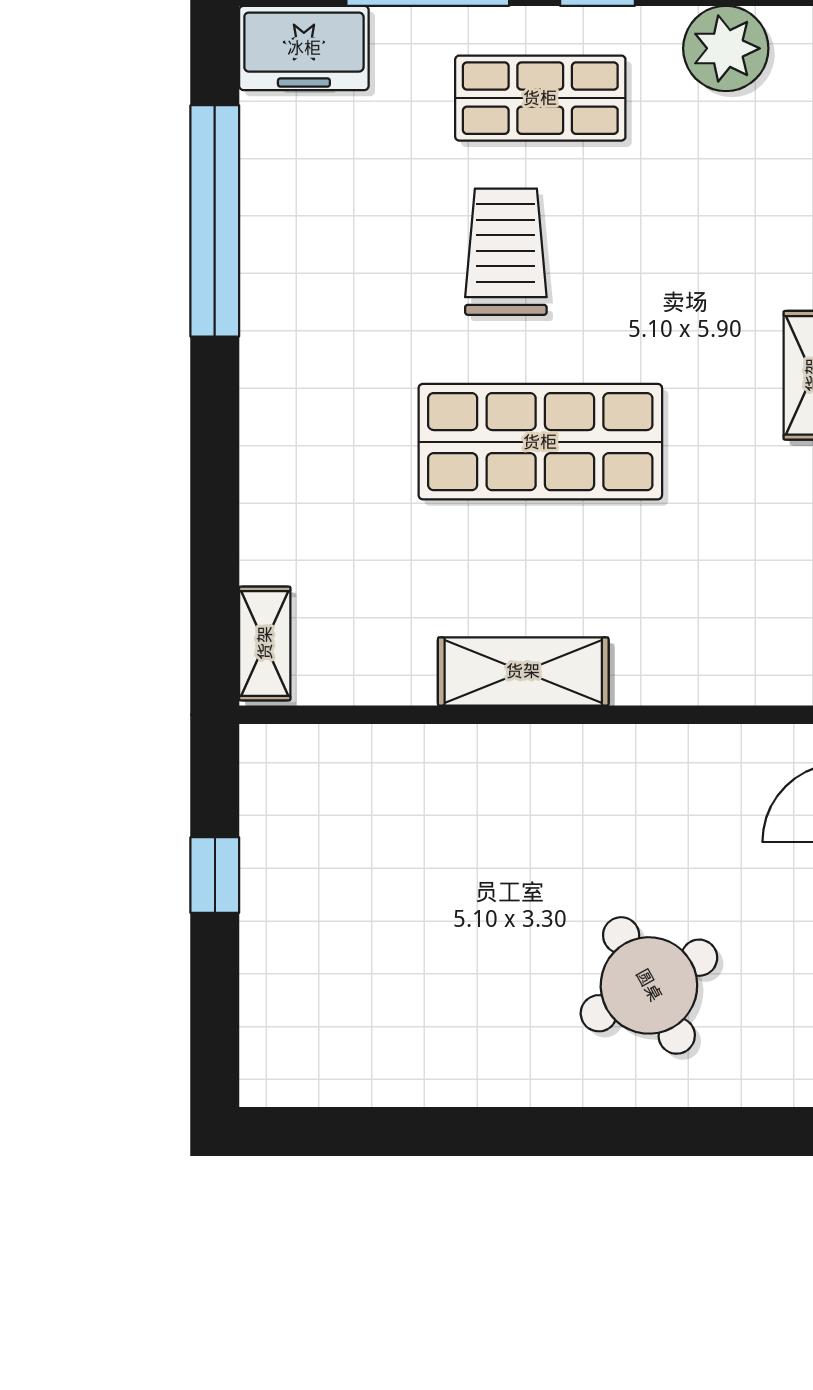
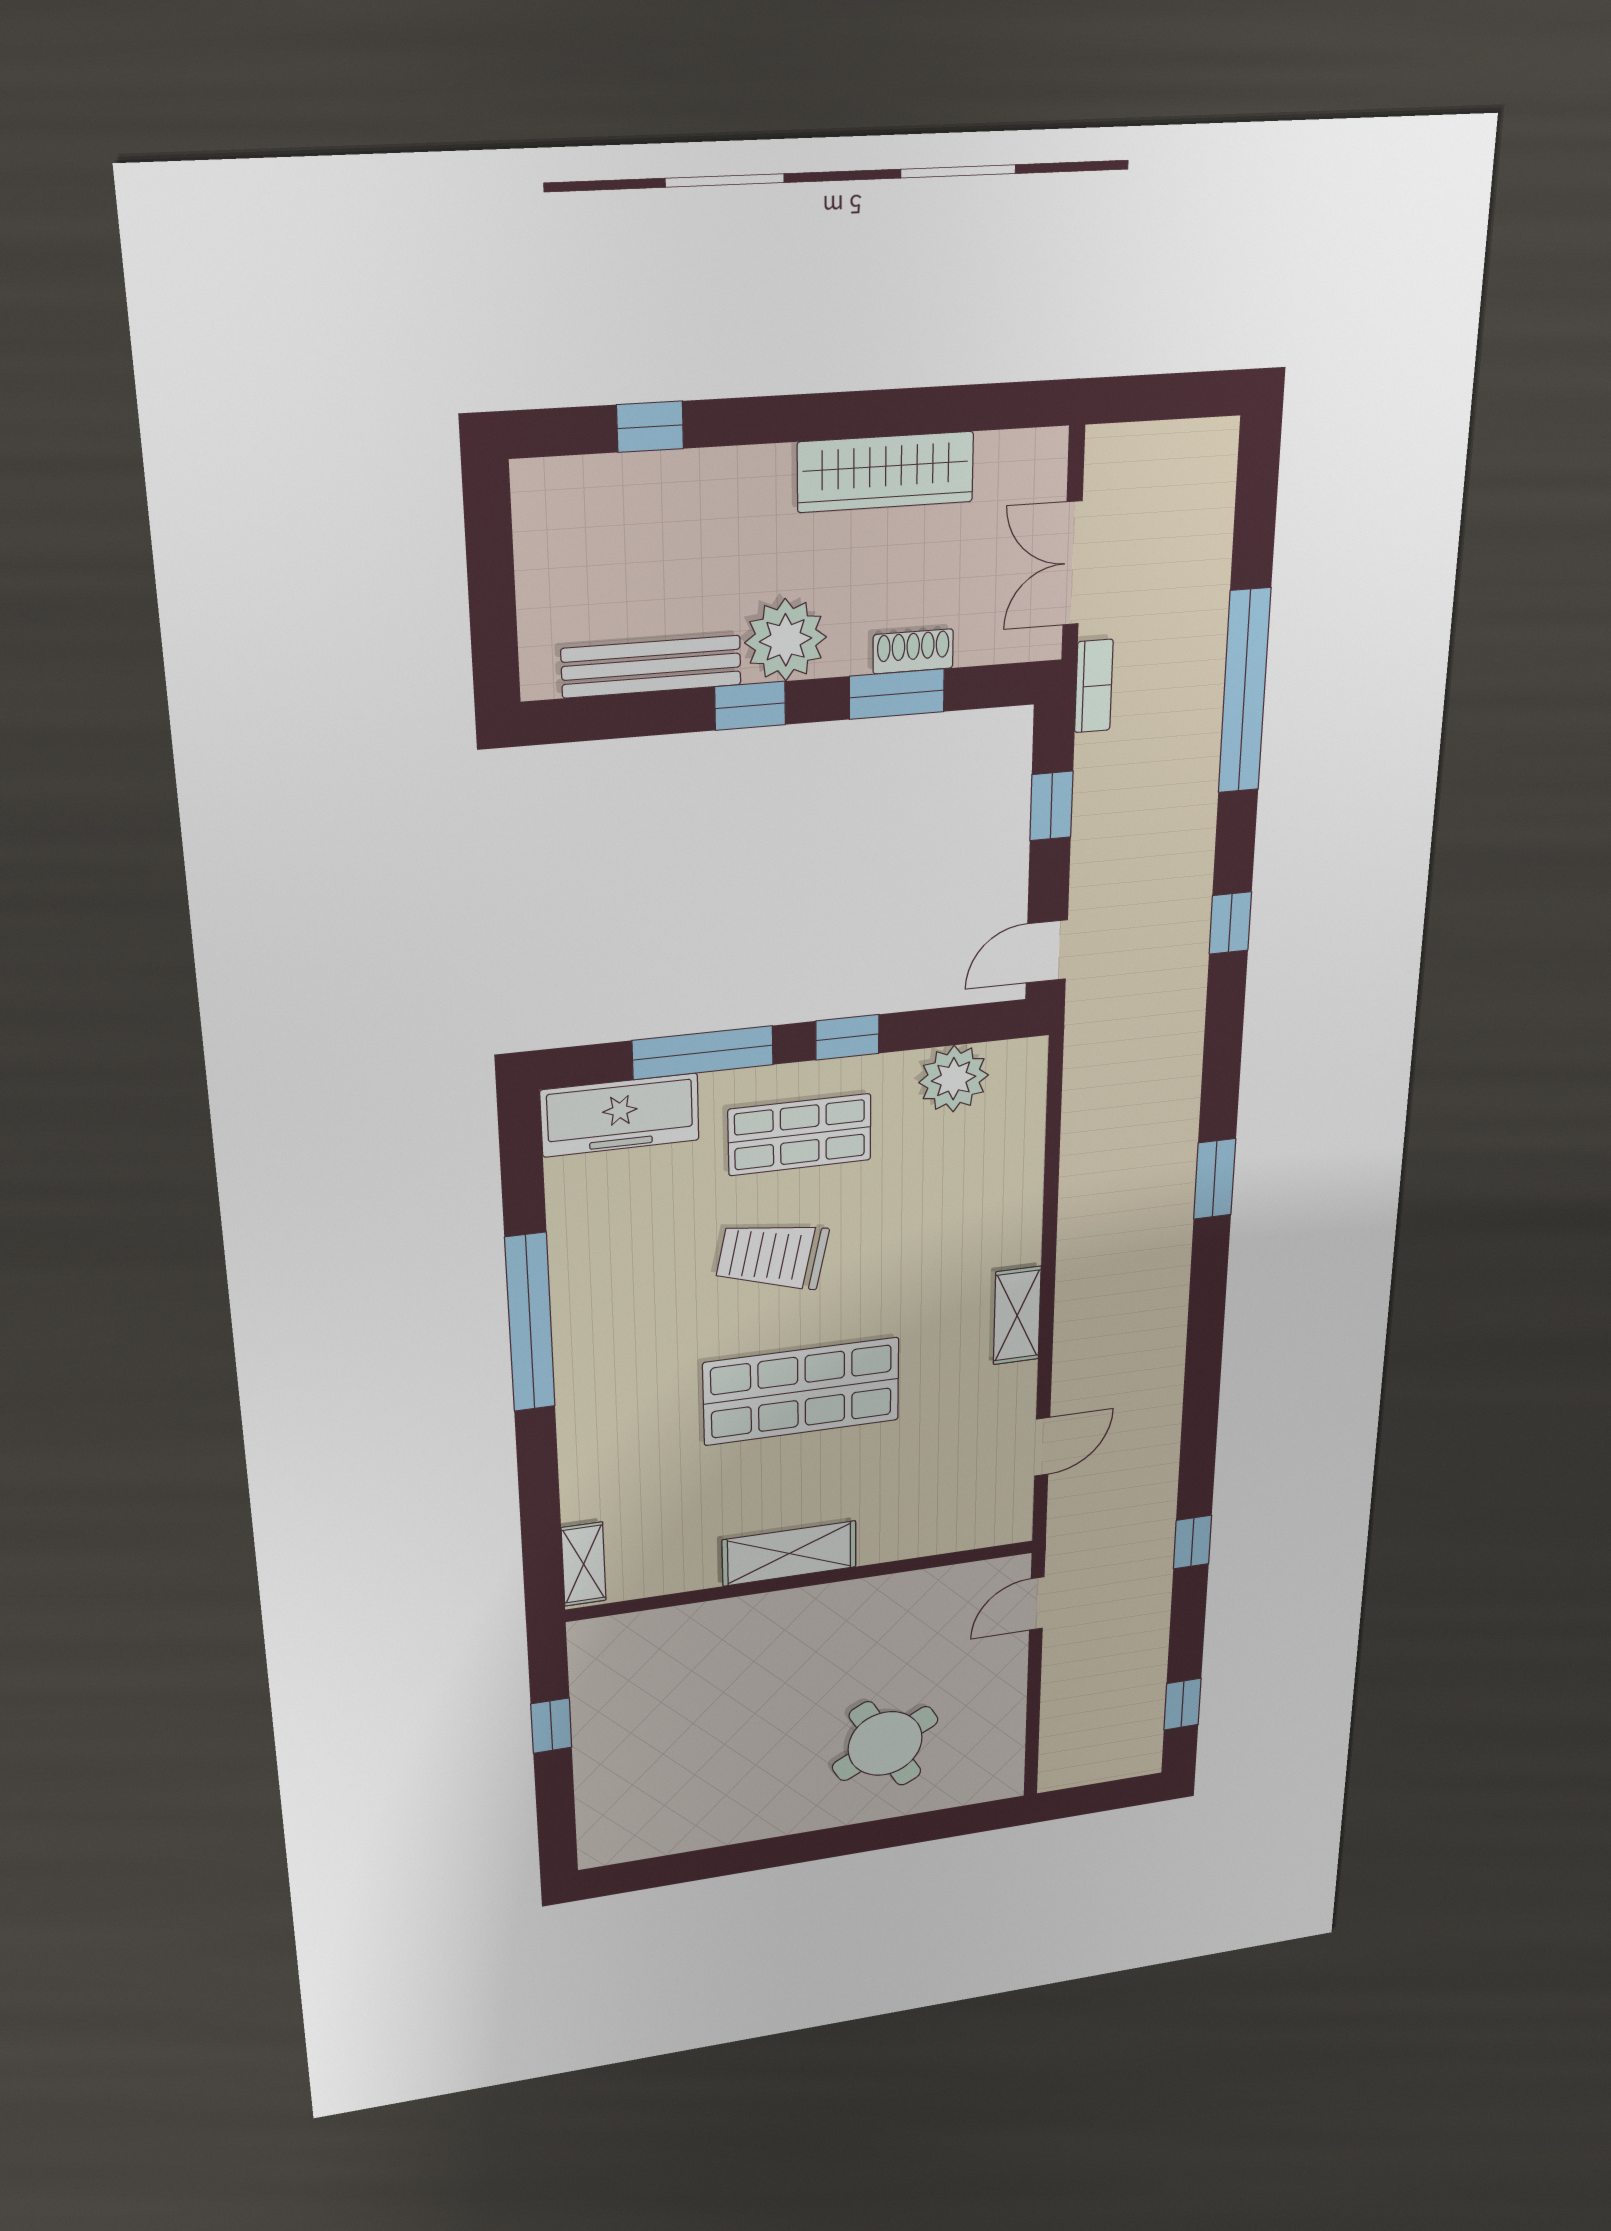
freezer: (304, 48) -> (620, 1115), width x1.40
window: (215, 221) -> (530, 1323), moved
trolley: (506, 252) -> (772, 1256), turned -78

